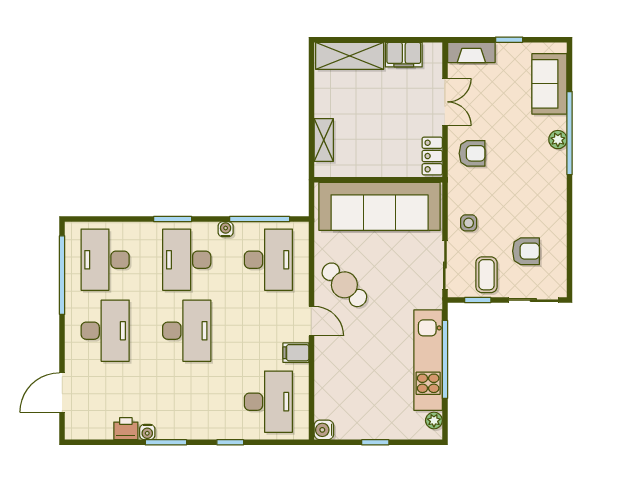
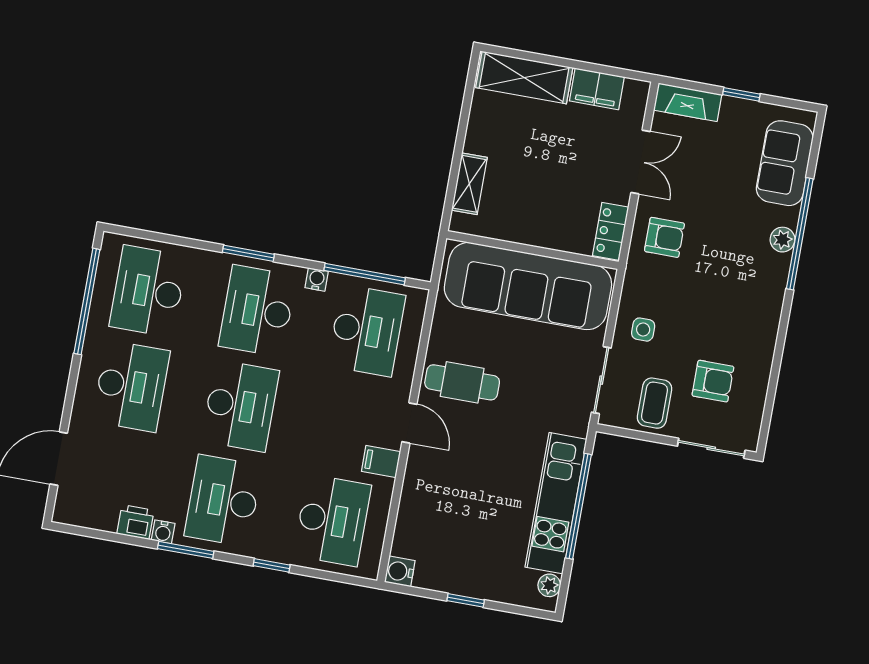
cafe table: (344, 285) -> (462, 382), turned -44
window: (478, 300) -> (637, 435), removed
desk: (187, 402) -> (223, 501), added

